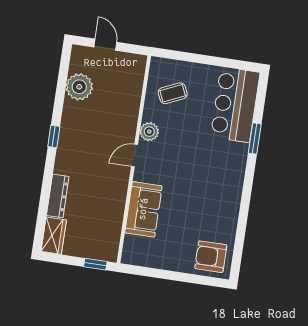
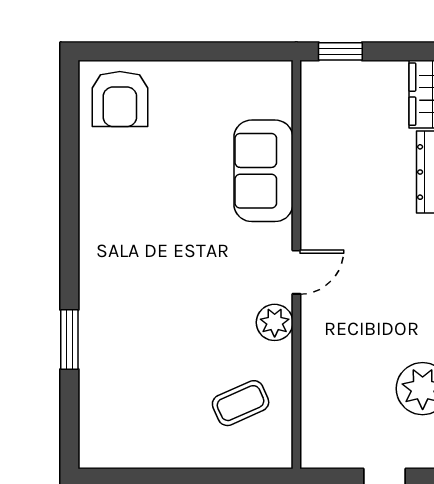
bar counter: (235, 105) -> (117, 399), removed
armchair: (211, 257) -> (120, 99), turned 90

